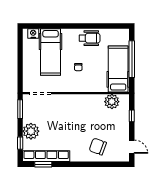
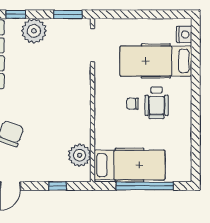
wheelchair: (90, 38) -> (157, 103), moved

